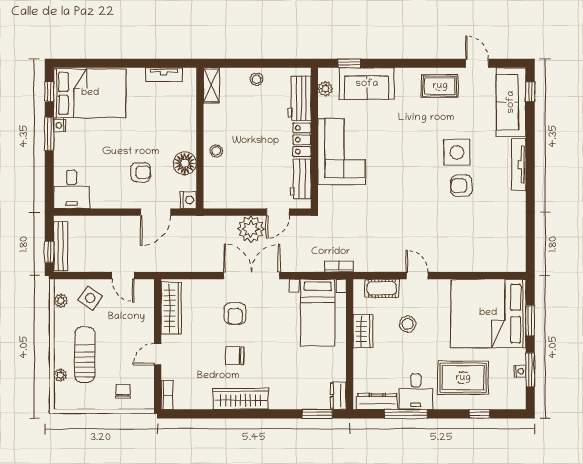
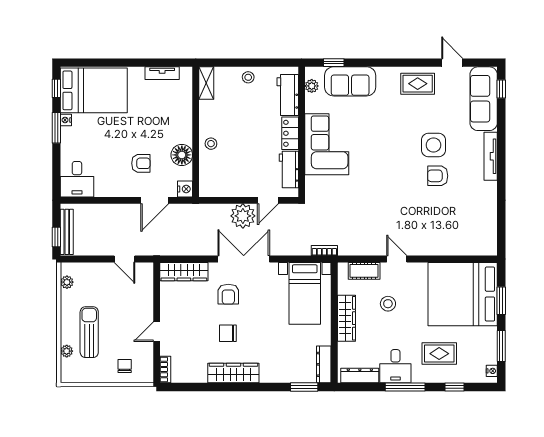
side table: (90, 298) -> (94, 280), removed
wardrobe: (171, 308) -> (184, 272), moved, turned 90
wardrobe: (363, 331) -> (346, 318), width x1.50
nightstand: (520, 371) -> (492, 371), moved
rug: (463, 378) -> (439, 354), width x0.73, depth x0.70
dresser: (338, 396) -> (324, 364), width x1.44
window: (406, 414) -> (405, 387), moved

